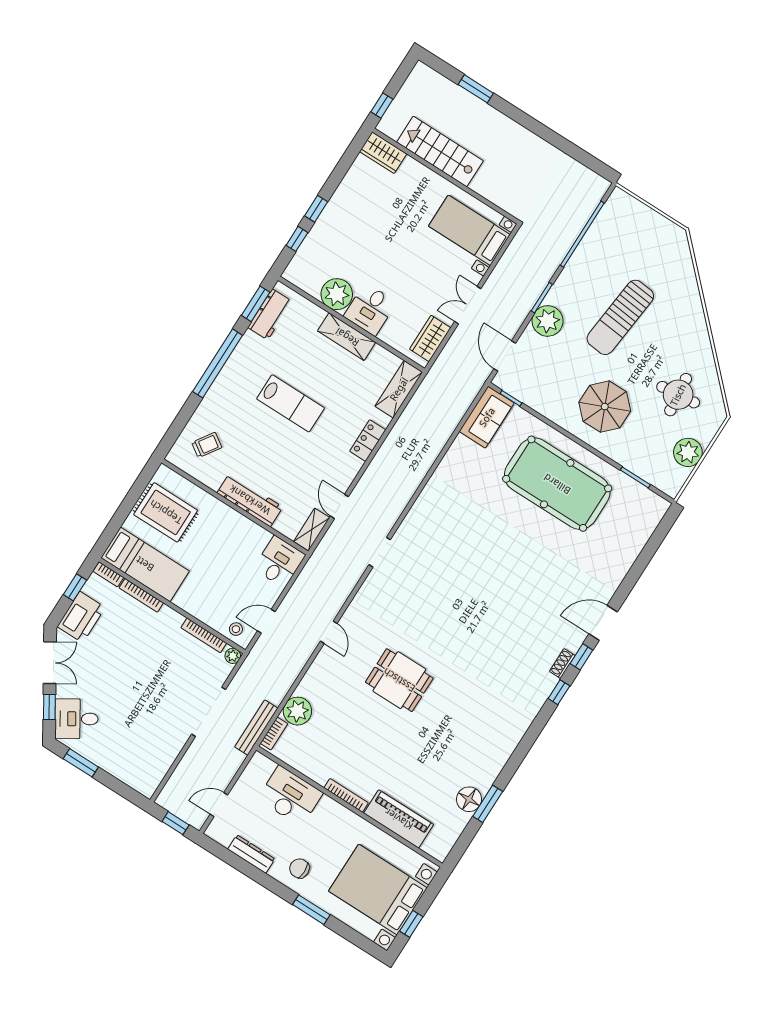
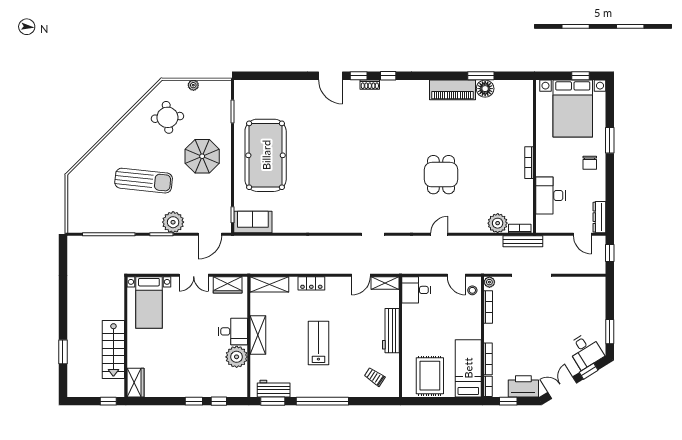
plant: (688, 452) -> (193, 85), width x0.53, depth x0.53
piano: (399, 819) -> (452, 90), moved, turned -90
dresser: (251, 854) -> (599, 217), moved

